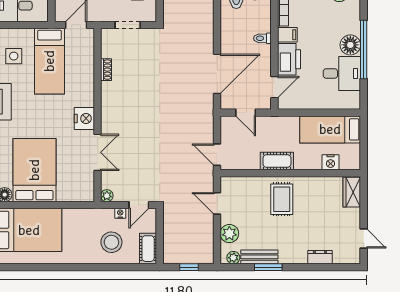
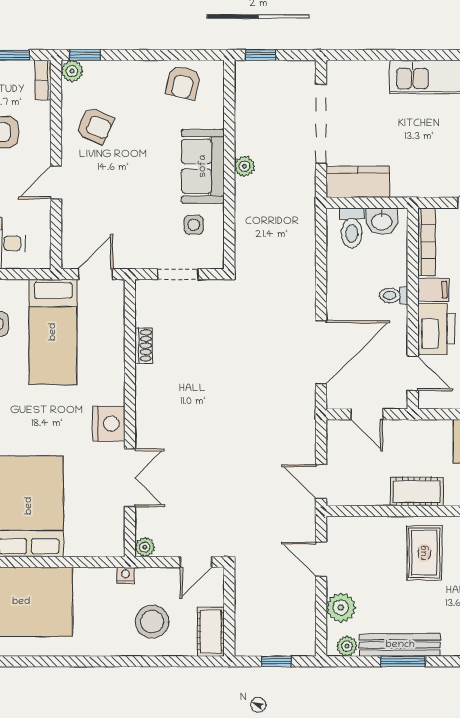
door: (274, 87) -> (413, 373), hinge flipped
nightstand: (120, 213) -> (125, 575), moved
bench: (259, 257) -> (400, 645), width x1.36

